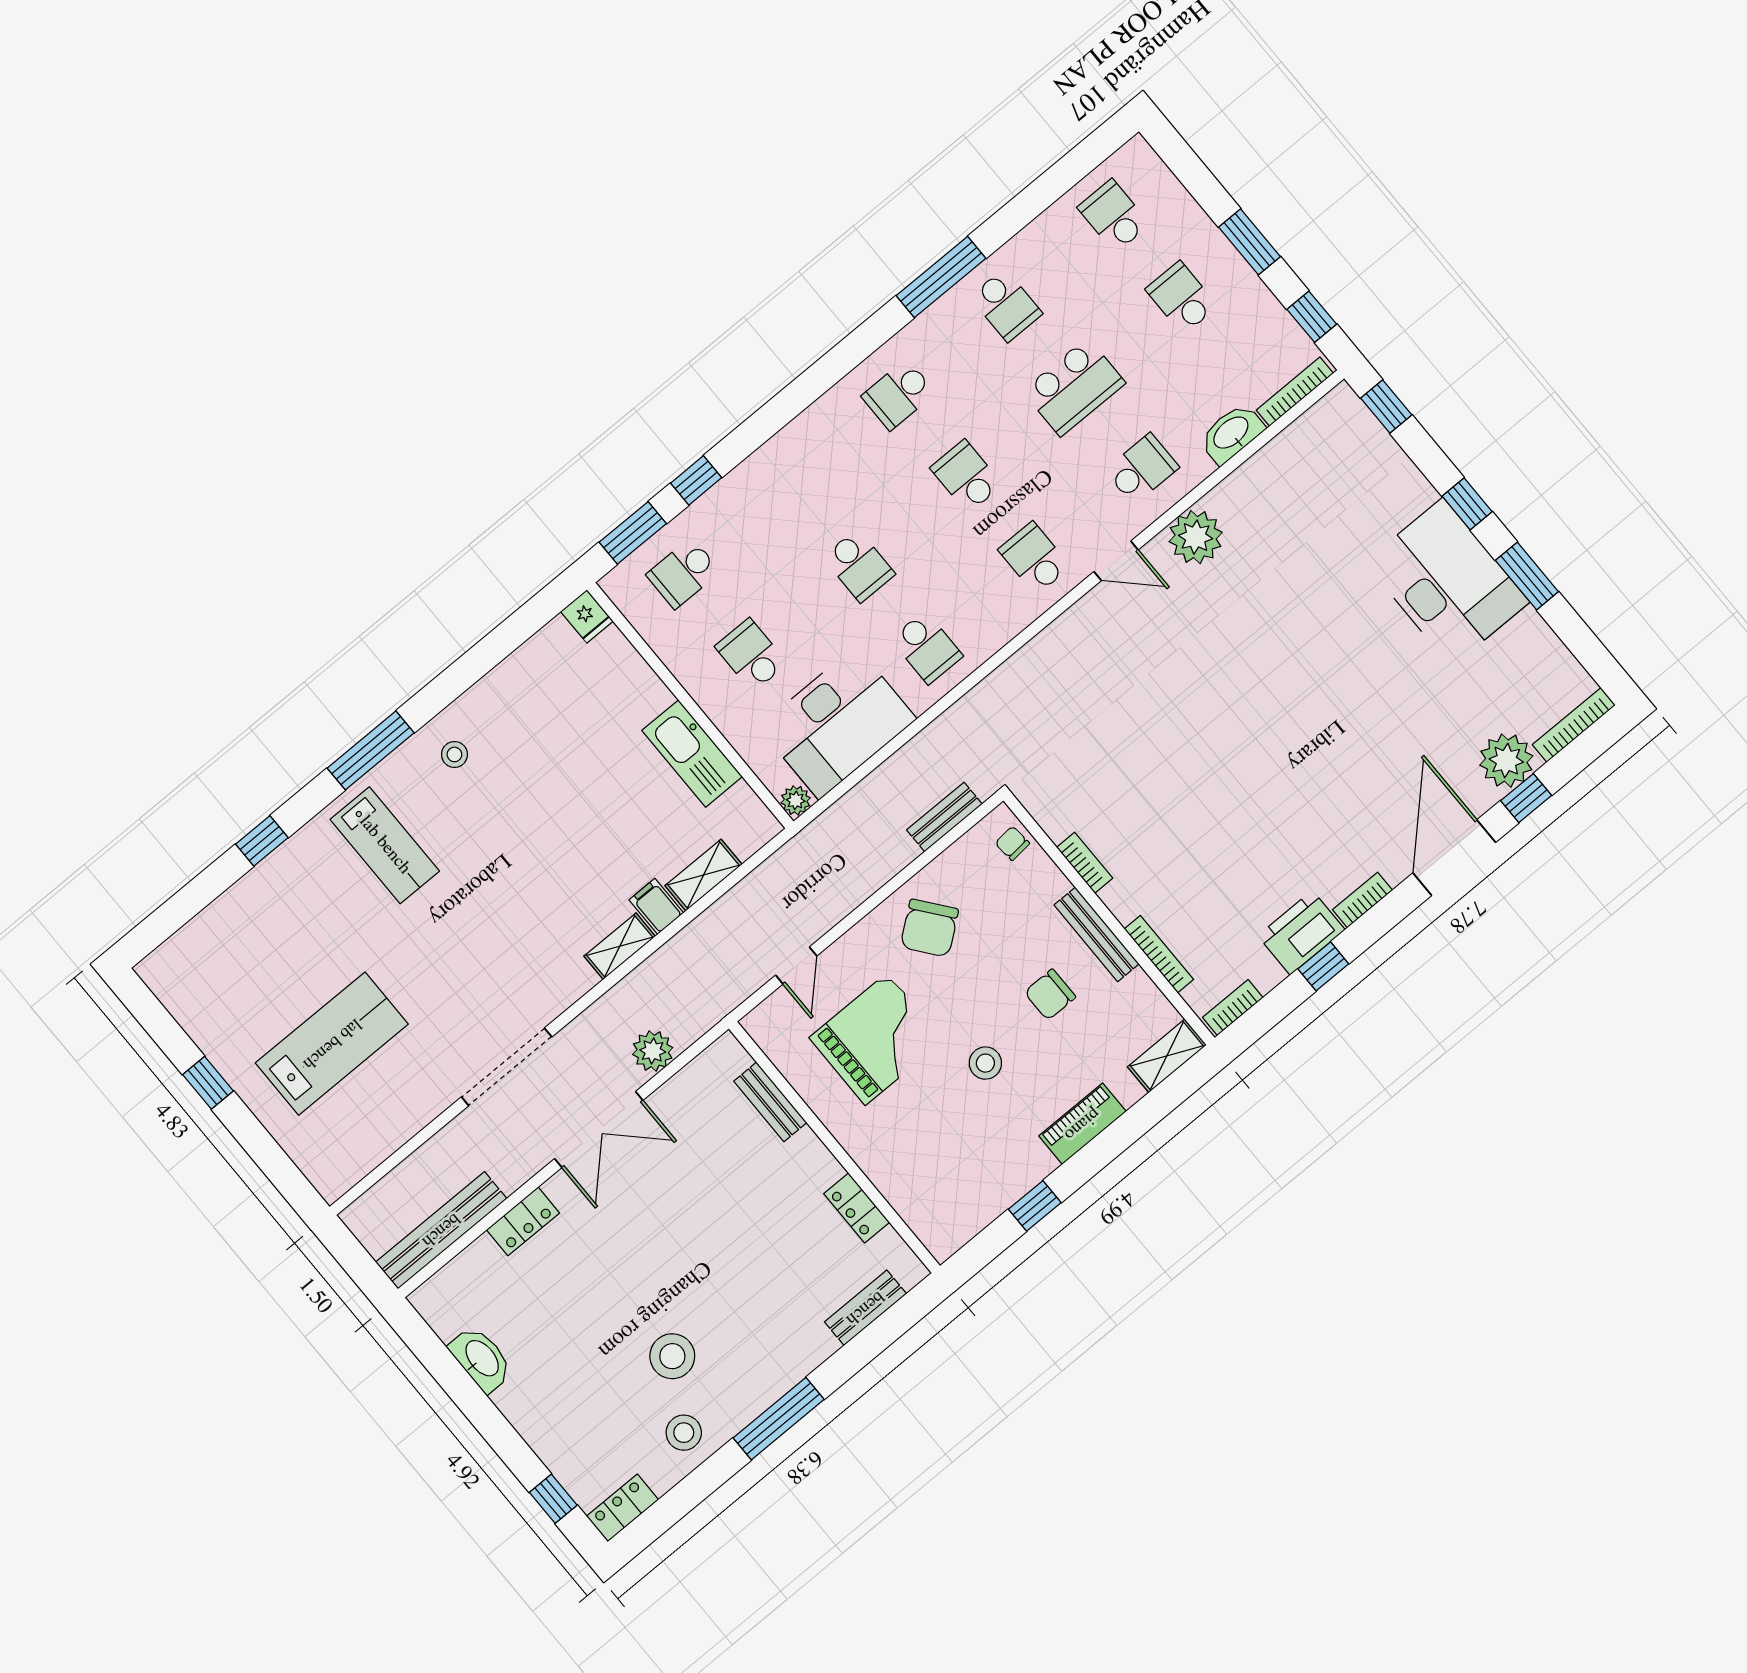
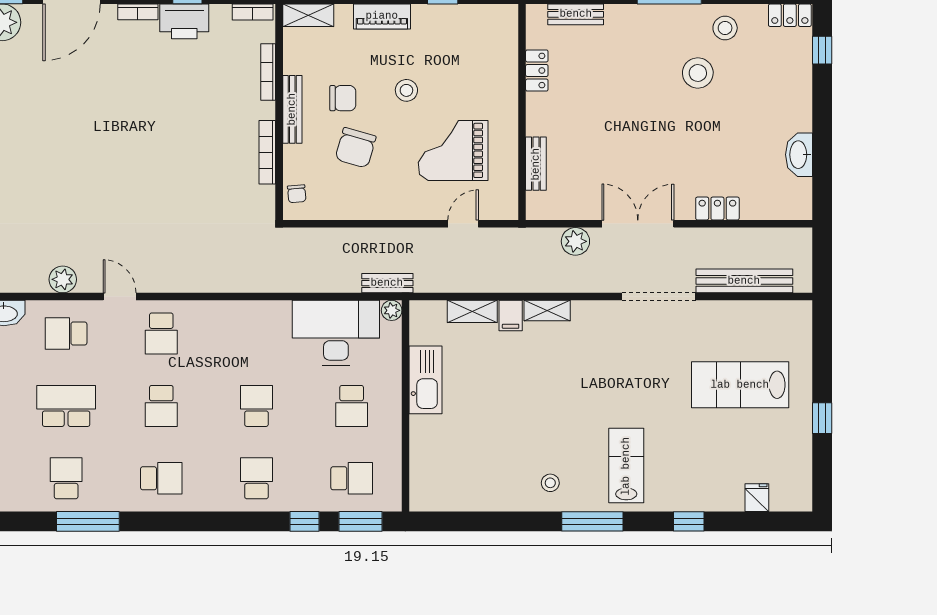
plant: (1196, 537) -> (63, 279), width x0.73, depth x0.73
fridge: (587, 616) -> (757, 498), moved
school desk: (927, 647) -> (256, 478), moved
bench: (944, 817) -> (387, 283), moved
bookcase: (1085, 863) -> (267, 152), width x1.56
chair: (929, 928) -> (356, 148), moved, turned 144
bench: (441, 1230) -> (744, 281), moved

